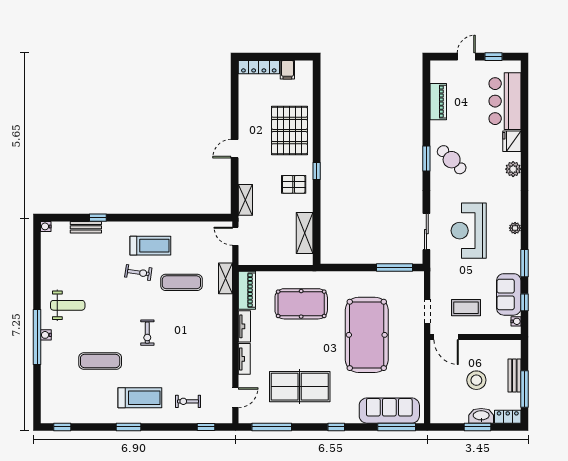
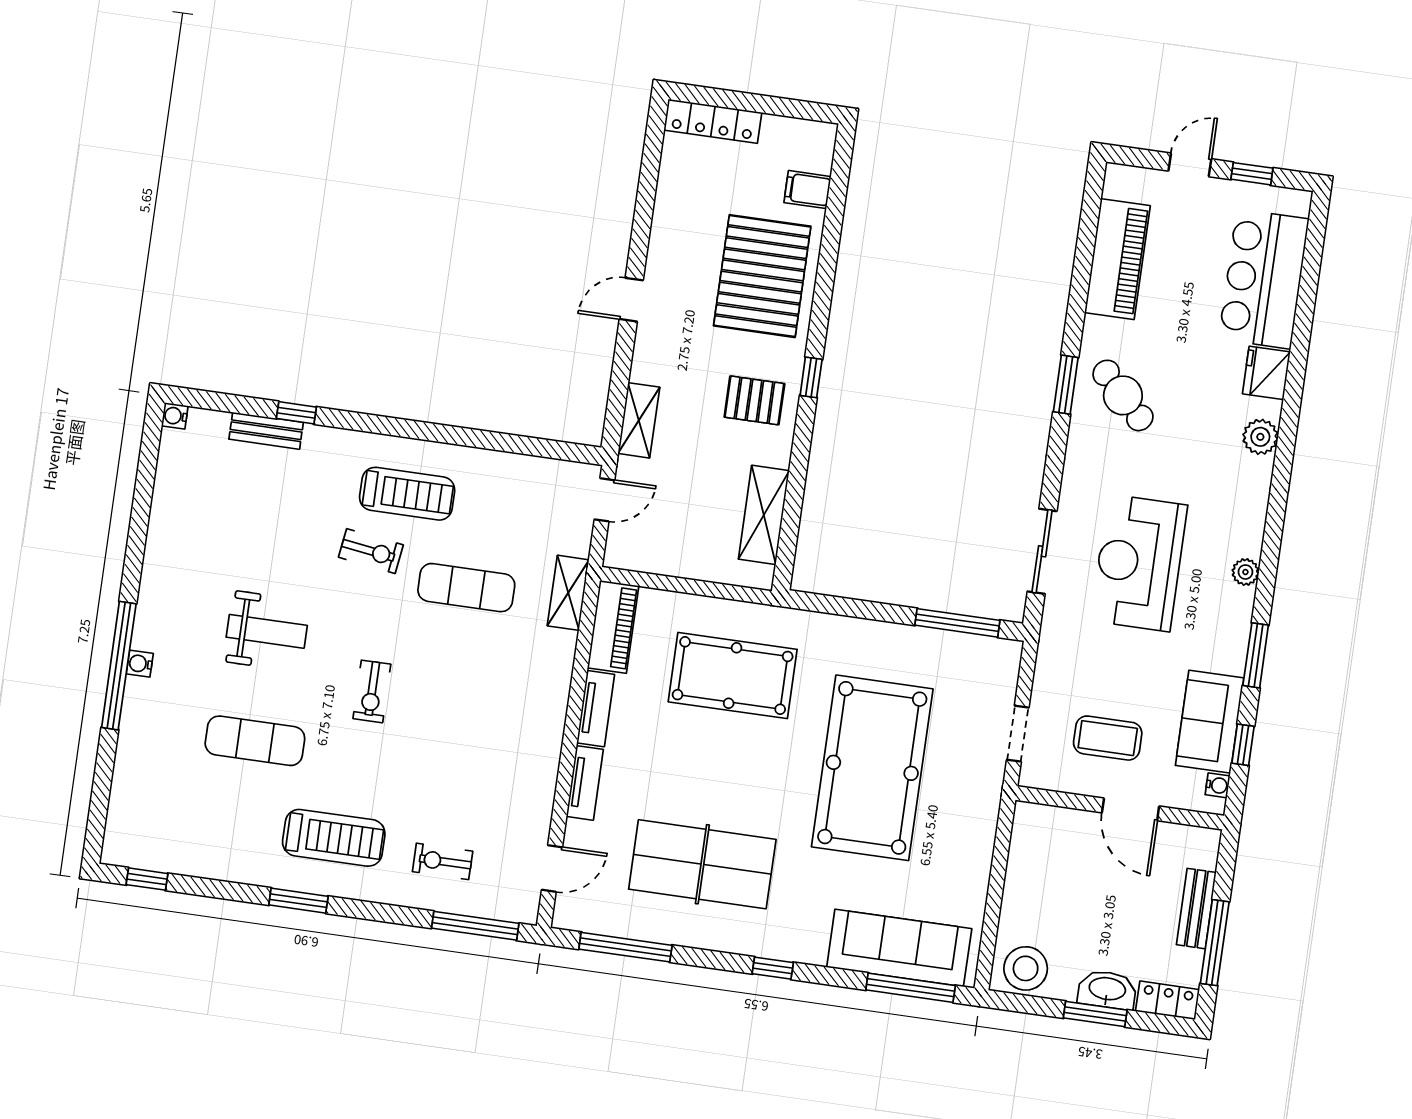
filing cabinet: (287, 70) -> (807, 190), moved, turned 90
piano: (438, 102) -> (1117, 259), width x1.37, depth x1.33
door: (235, 236) -> (604, 500), swing flipped
weight bench: (68, 305) -> (267, 631), moved
door: (446, 337) -> (1131, 809), moved
stool: (476, 380) -> (1026, 968), moved
window: (206, 427) -> (475, 926), width x2.17

